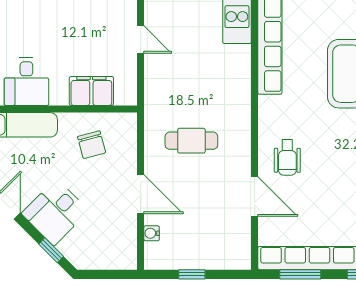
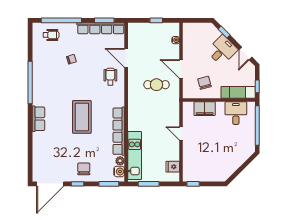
door: (141, 194) -> (181, 69), moved

